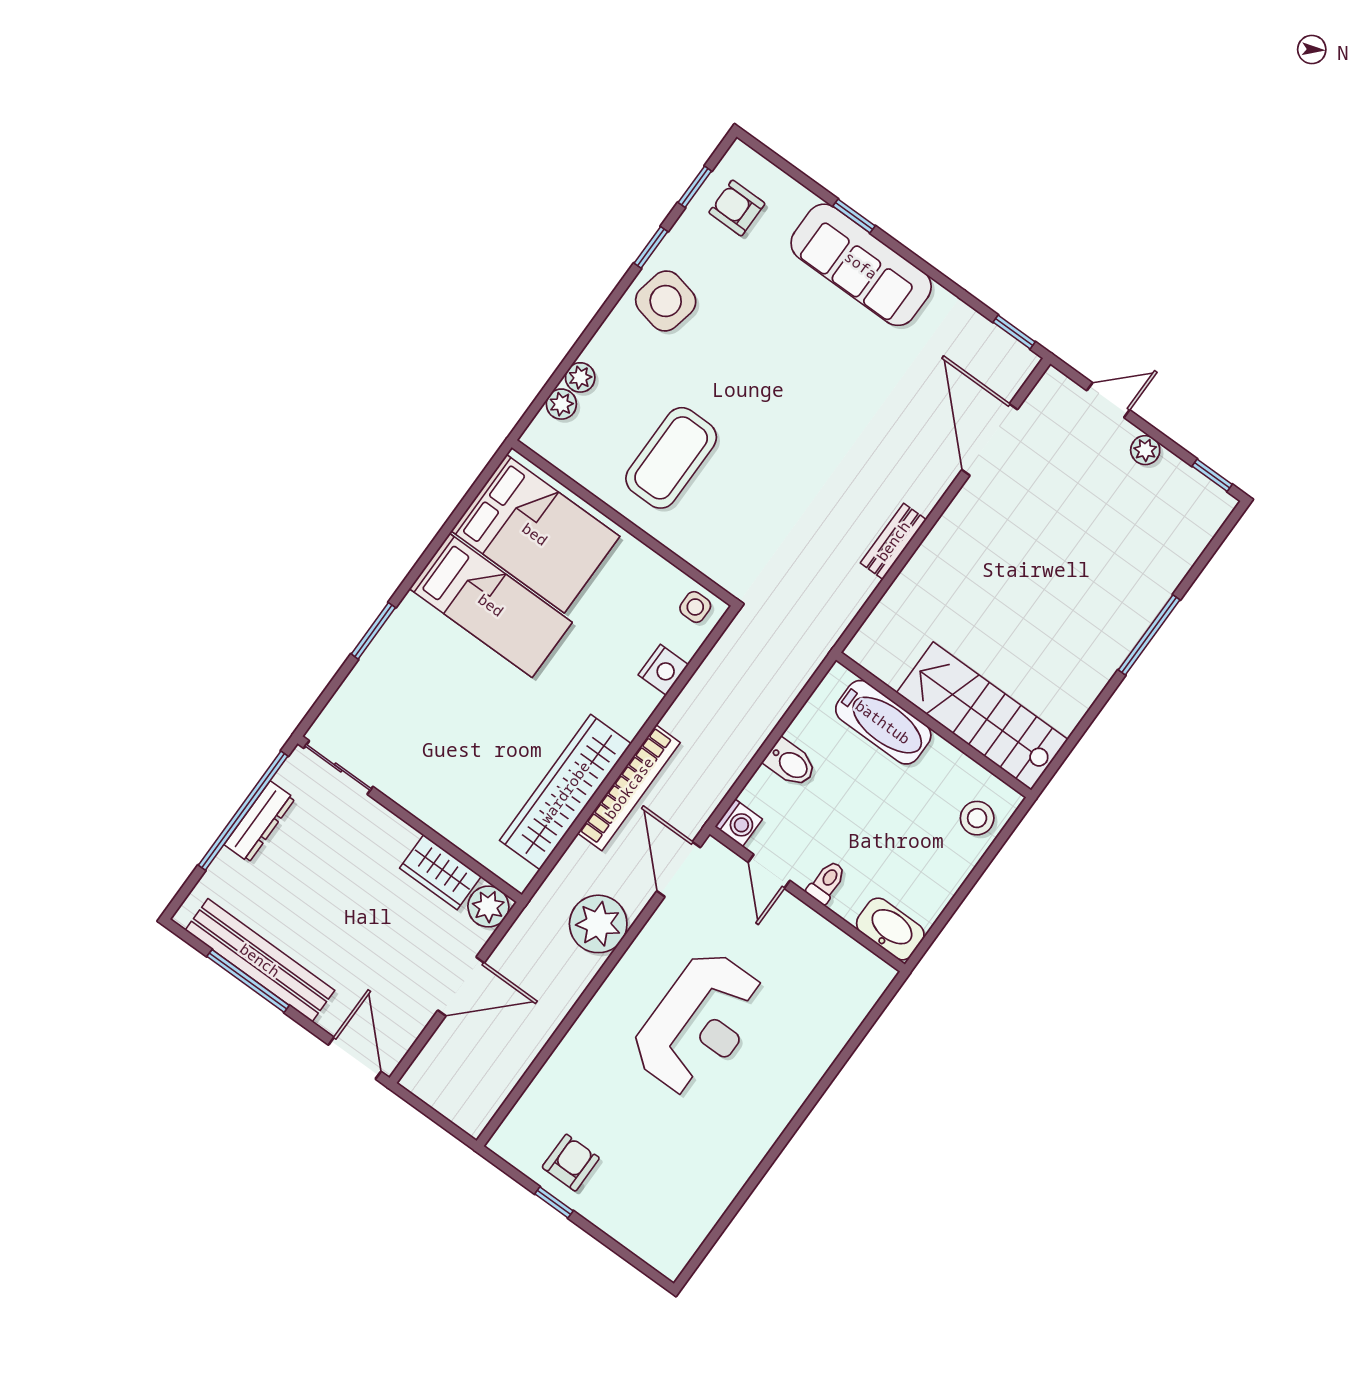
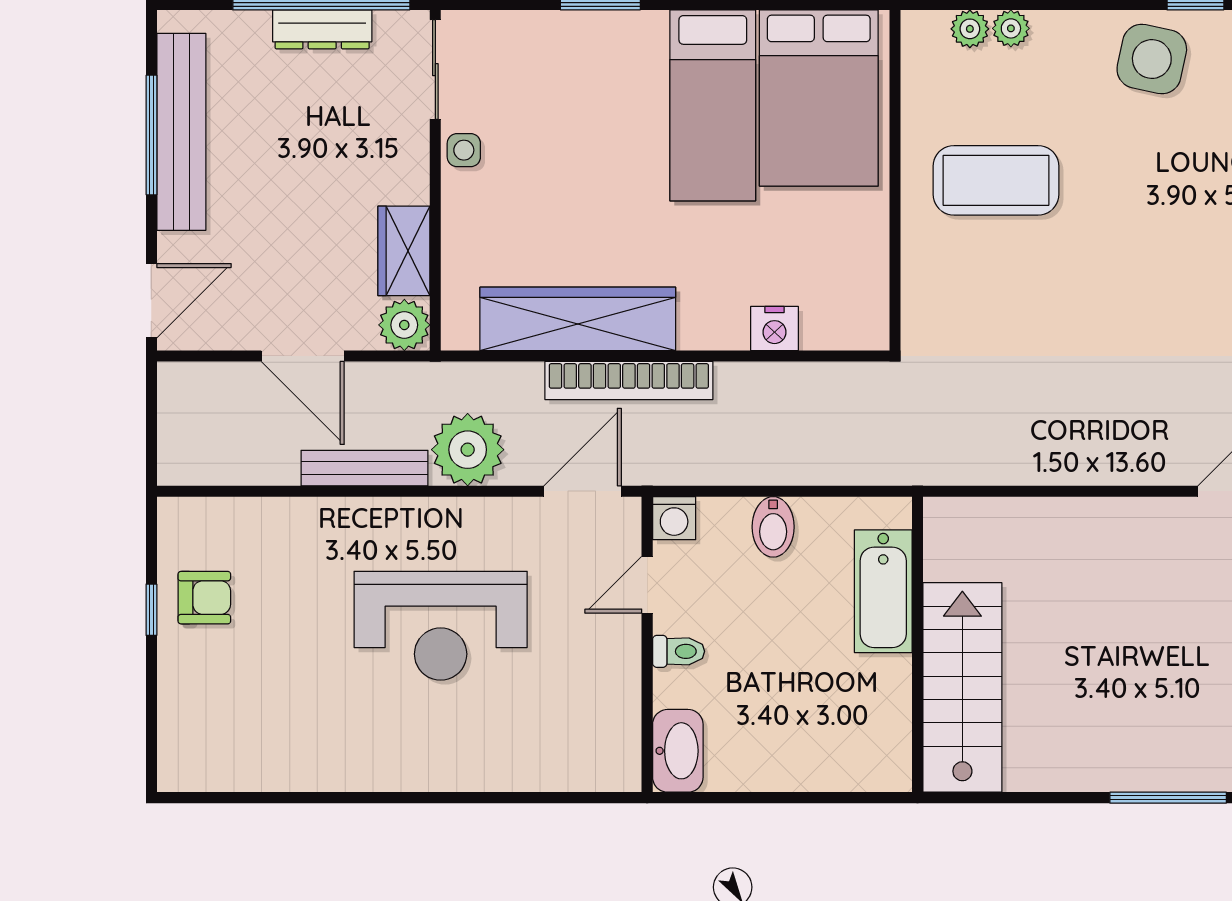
bench: (893, 541) -> (364, 468), moved, width x1.36
side table: (695, 607) -> (464, 150), moved
stool: (977, 818) -> (855, 757), removed

